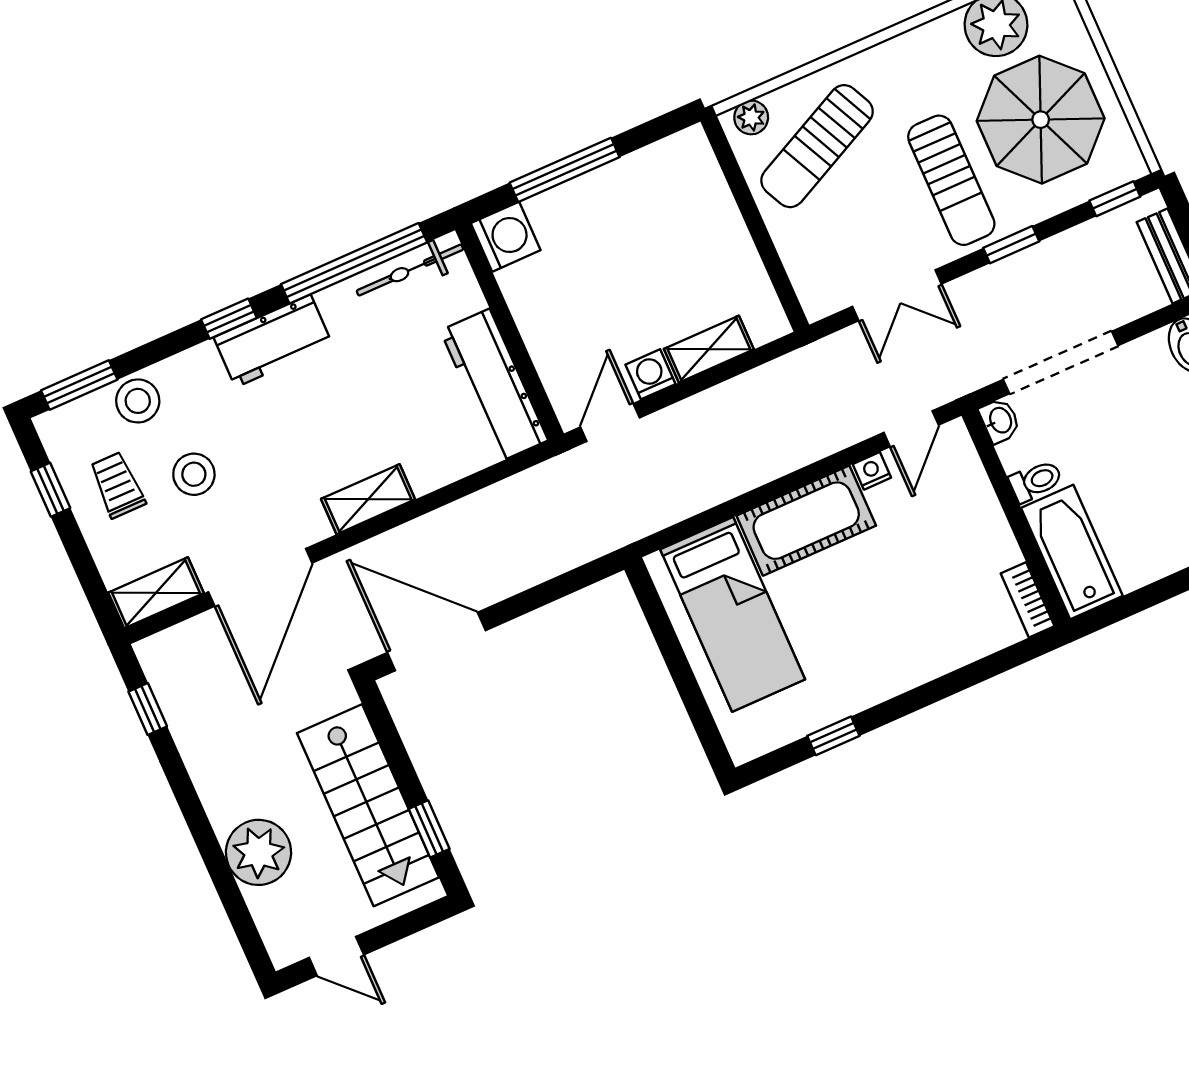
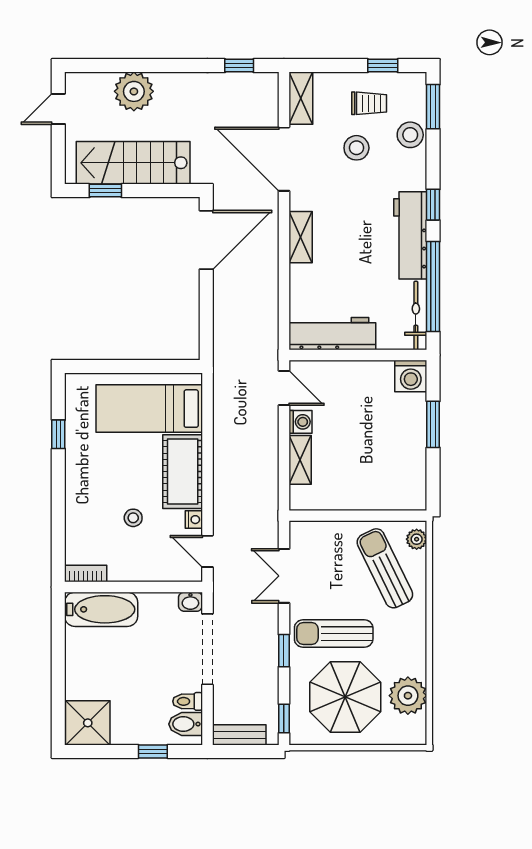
window: (565, 170) -> (433, 424), width x0.69
workbench: (273, 341) -> (410, 235), width x1.37
toilet: (1036, 481) -> (188, 701), moved, turned 90
stool: (910, 565) -> (133, 518), added

